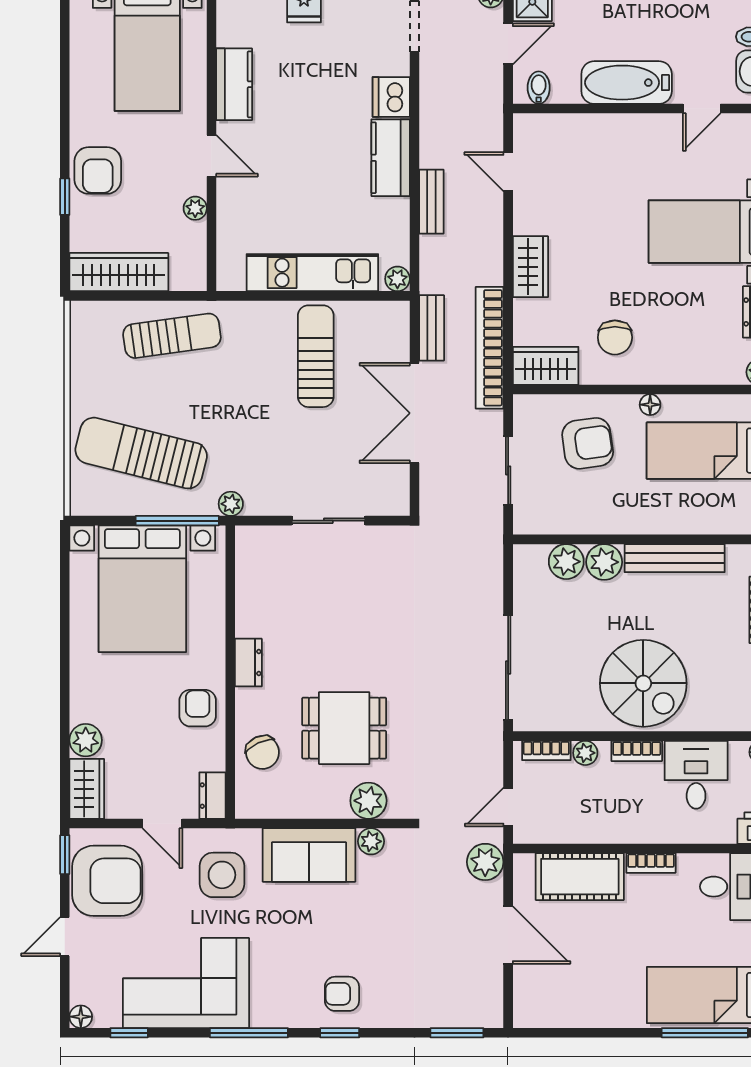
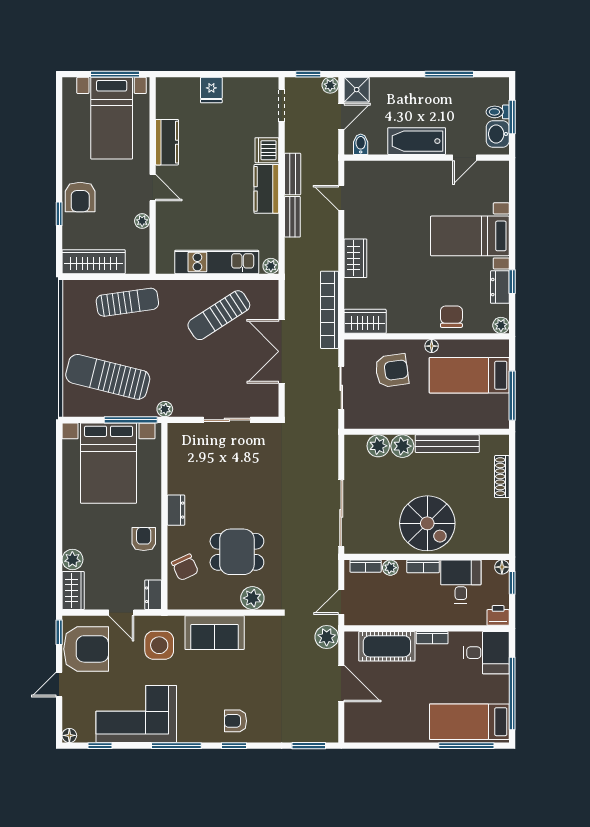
bench: (432, 328) -> (293, 174), moved
chair: (615, 337) -> (451, 317), moved, turned 180
sun lounger: (316, 356) -> (219, 315), turned -123
plant: (371, 841) -> (254, 624), removed

